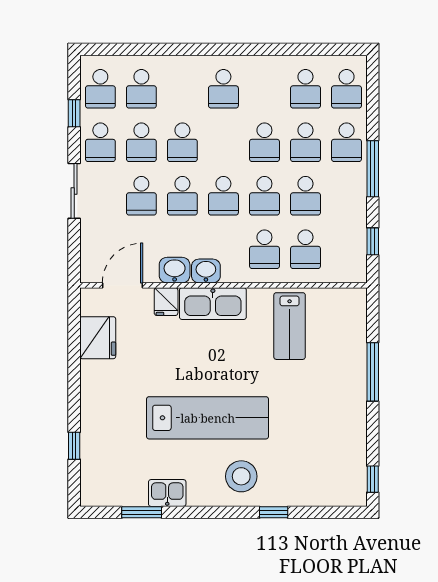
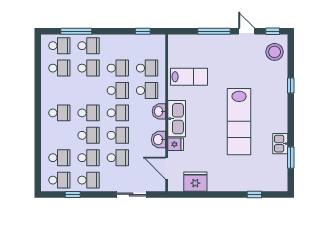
school desk: (264, 142) -> (89, 113), moved
window: (373, 169) -> (76, 31), moved
sliding door: (74, 191) -> (131, 194), moved
washbasin: (206, 271) -> (159, 111), moved
lab bench: (208, 418) -> (239, 122), turned 180
door: (373, 432) -> (247, 31), added
stool: (241, 476) -> (275, 52), moved

